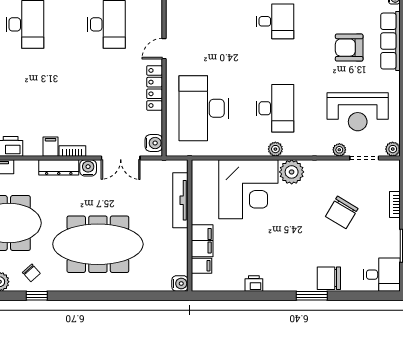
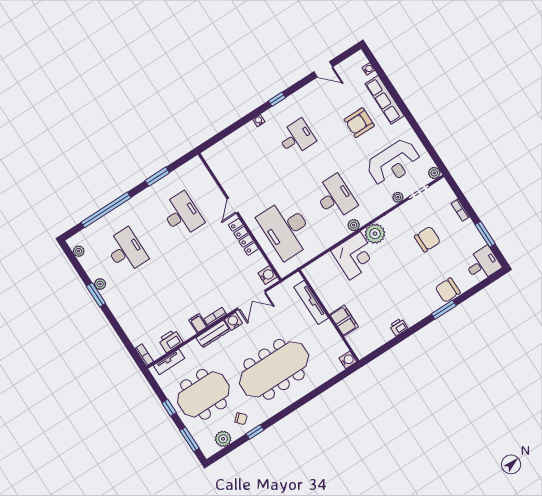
corner desk: (248, 189) -> (355, 256), width x0.74, depth x0.74
chair: (342, 212) -> (427, 239), turned -121
filing cabinet: (201, 266) -> (355, 338), removed

